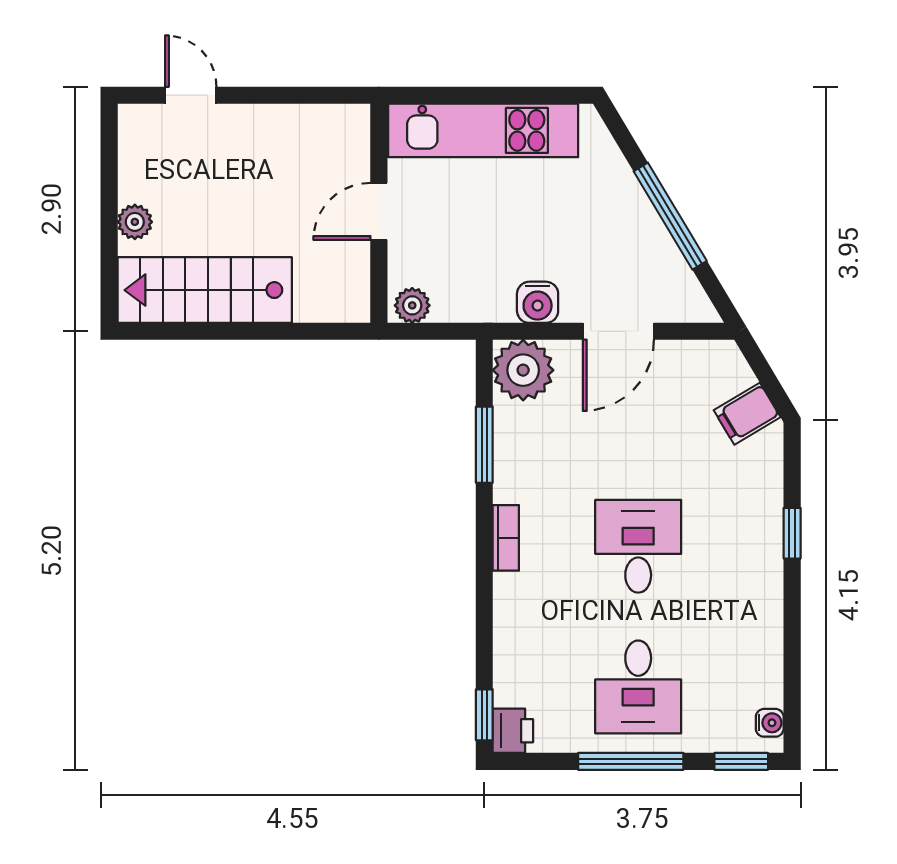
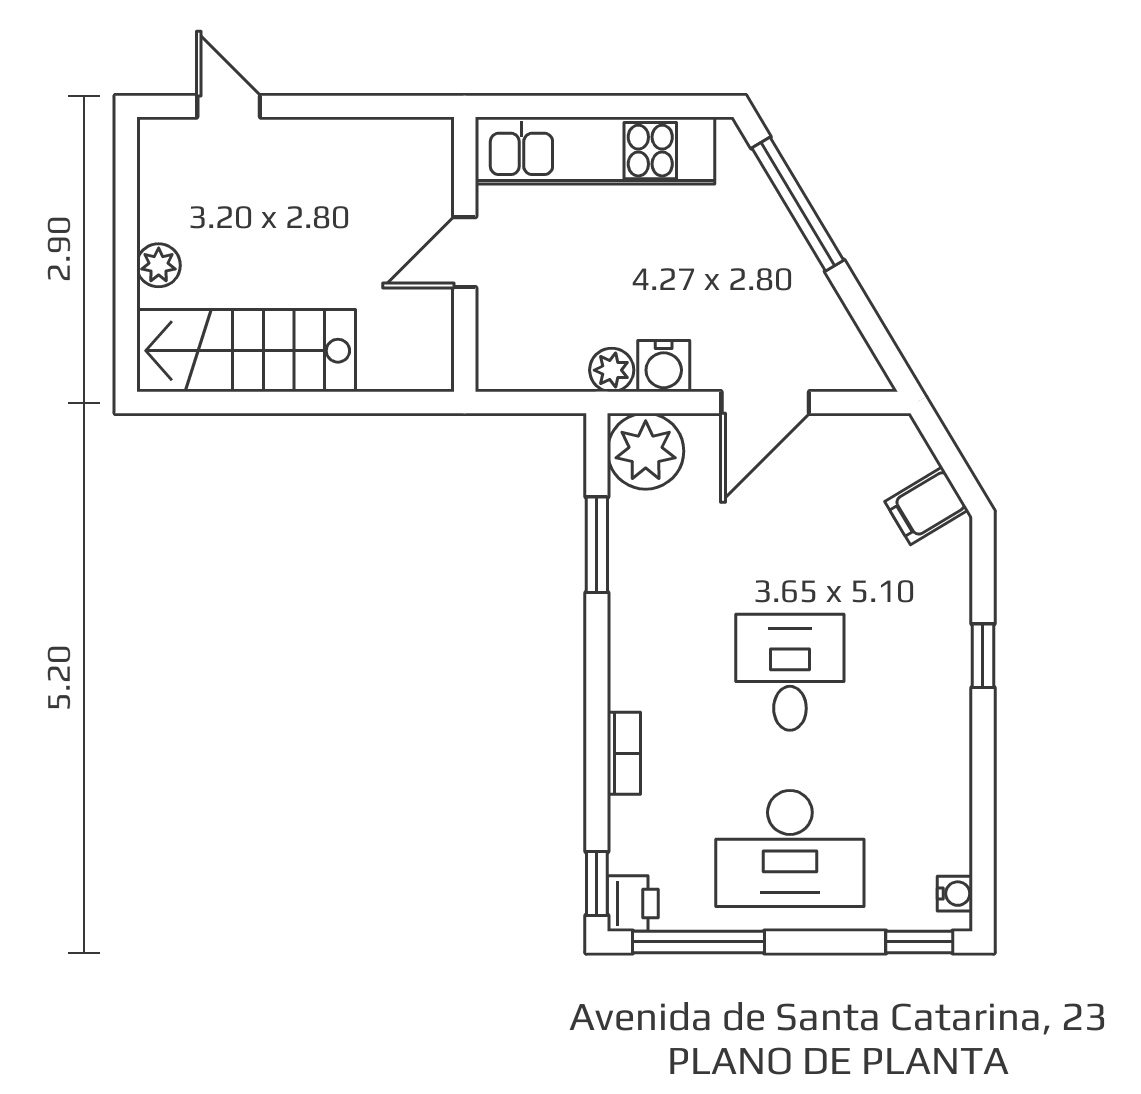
window: (670, 216) -> (798, 204), moved
plant: (412, 305) -> (612, 370), moved
bookcase: (506, 538) -> (624, 753), moved
desk: (638, 687) -> (790, 849), width x1.37
window: (631, 761) -> (699, 942), moved

